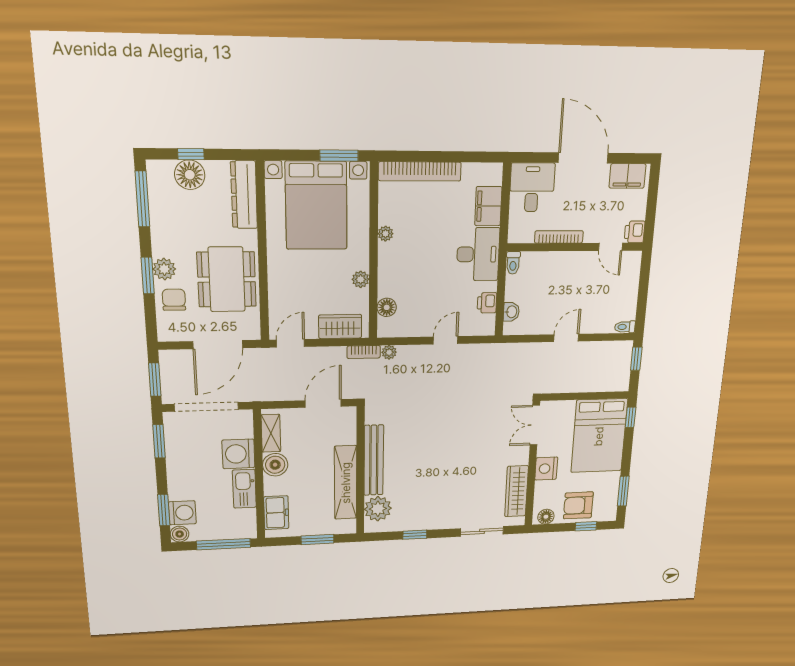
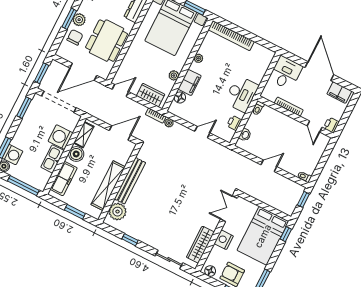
filing cabinet: (488, 206) -> (190, 82), moved, turned 180
freezer: (276, 513) -> (64, 179), width x1.40

